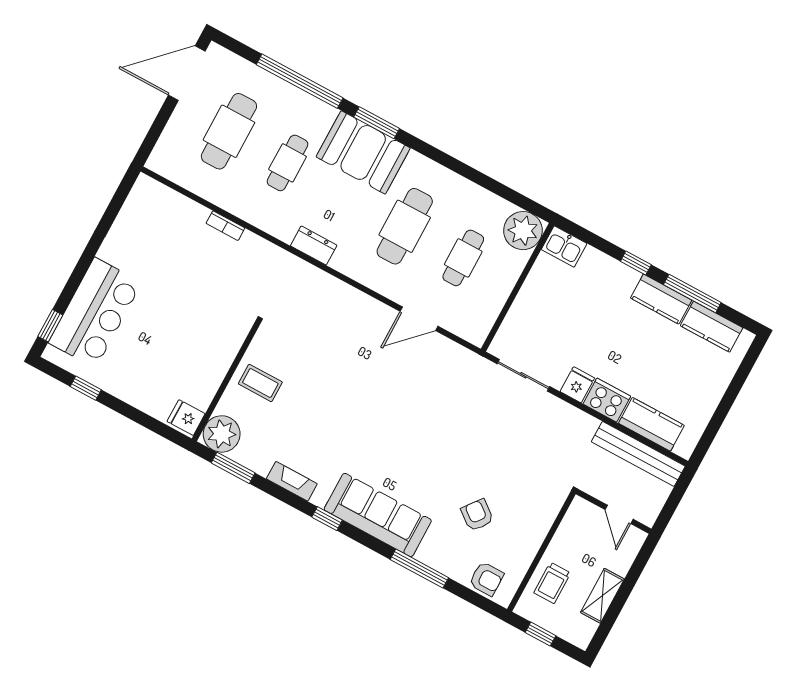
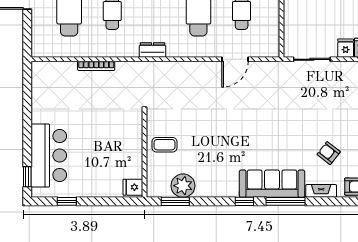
bookcase: (225, 226) -> (96, 66), width x1.56
plant: (222, 434) -> (183, 186), moved
fireplace: (292, 481) -> (321, 191), moved
window: (419, 569) -> (285, 201), moved

